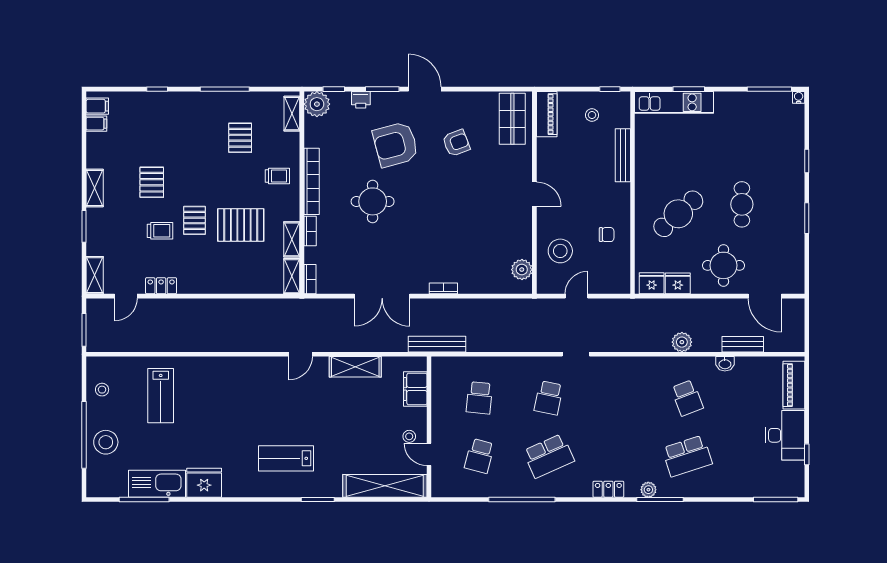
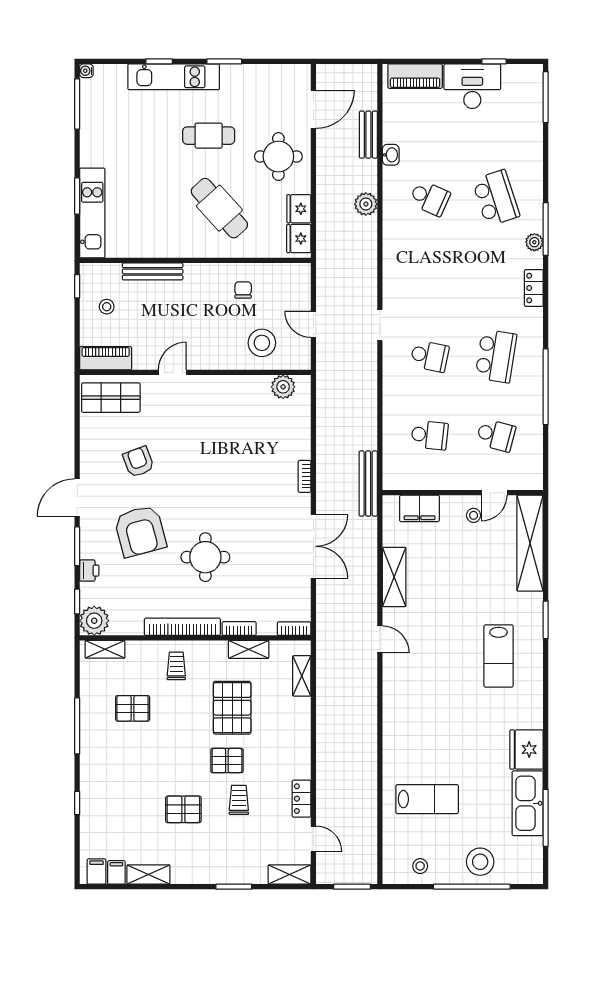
kitchen unit: (793, 174) -> (174, 77), added
shelving: (95, 188) -> (148, 874), moved
door: (534, 194) -> (172, 372), moved
shelving: (292, 276) -> (302, 676), moved, turned 90
school desk: (687, 398) -> (430, 198), turned 45
school desk: (549, 456) -> (496, 356), turned 33

